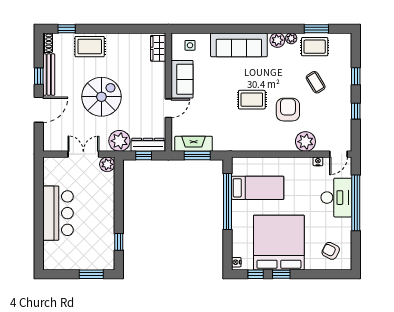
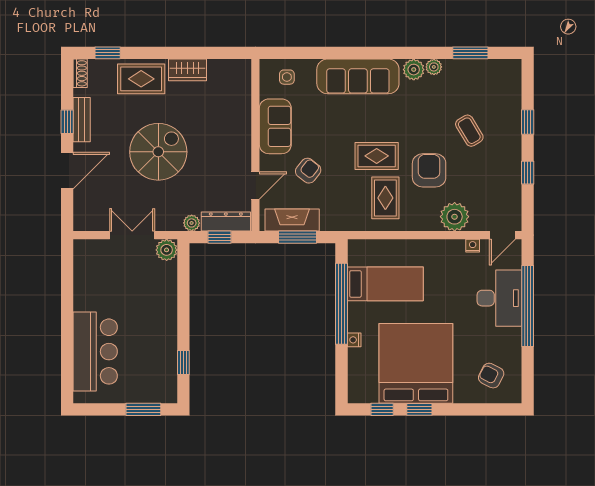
rug: (315, 47) -> (385, 198), moved, turned 90
wardrobe: (158, 48) -> (188, 70), moved, turned -90
bench: (49, 75) -> (82, 120), width x0.73
door: (168, 108) -> (255, 186), moved
armchair: (205, 110) -> (308, 171), added
plant: (119, 141) -> (192, 223), width x0.53, depth x0.53
bar counter: (58, 213) -> (95, 352), moved
nightstand: (236, 262) -> (354, 340), moved

